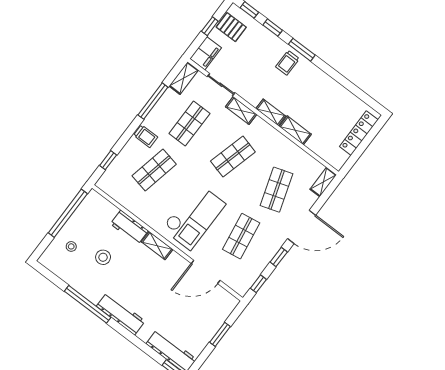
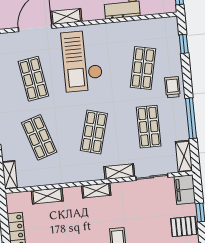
shelving: (295, 130) -> (47, 196), moved
trolley: (146, 136) -> (172, 87), turned 90
shelving: (157, 246) -> (66, 16), moved

